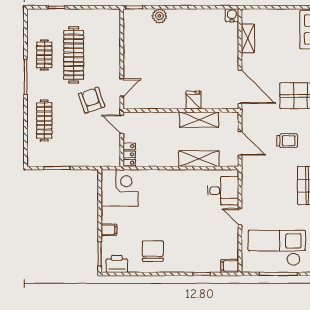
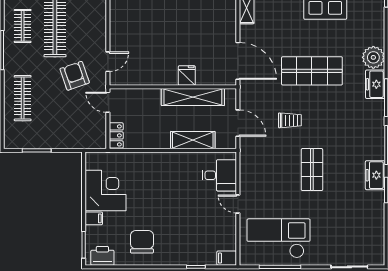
shelving: (199, 120) -> (193, 97), width x1.47
corner desk: (120, 188) -> (105, 190), moved

